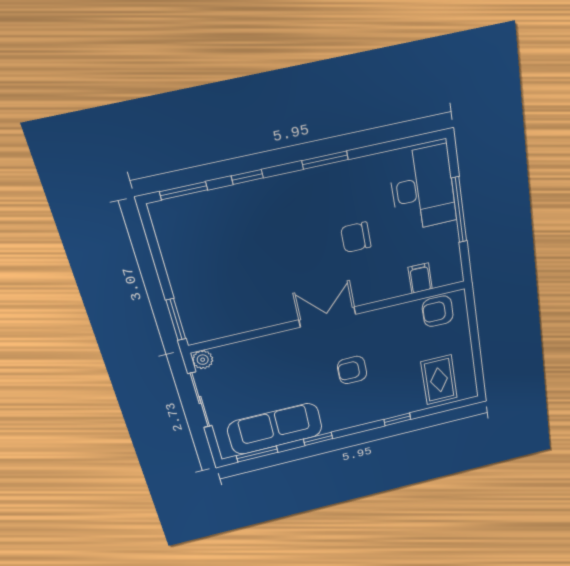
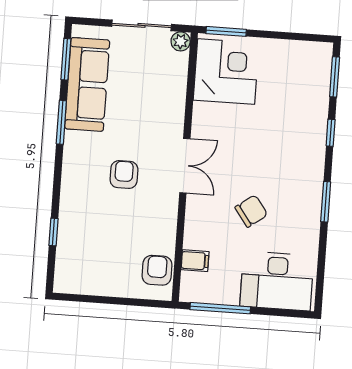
window: (459, 210) -> (220, 308), moved
chair: (356, 237) -> (251, 211), turned 54
corner desk: (218, 307) -> (226, 72), added
rug: (439, 380) -> (85, 257), removed
window: (397, 419) -> (53, 232), moved
window: (318, 439) -> (61, 122), width x1.50

